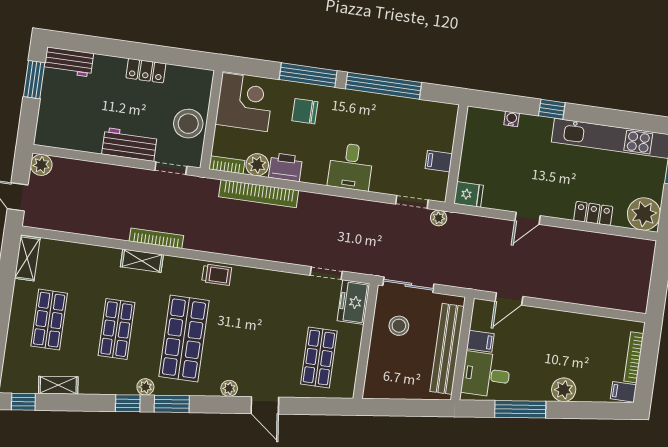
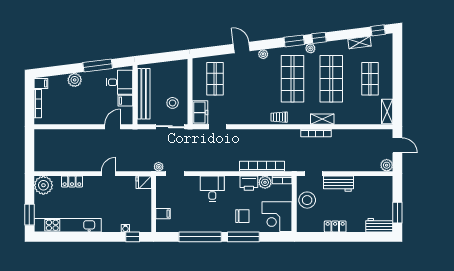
window: (552, 109) -> (133, 237), moved
filing cabinet: (439, 161) -> (163, 214), moved
shop shelf: (117, 329) -> (331, 79), width x1.43, depth x1.36

